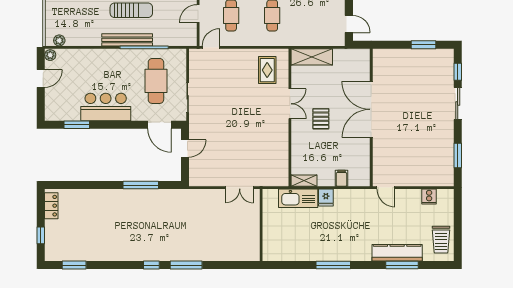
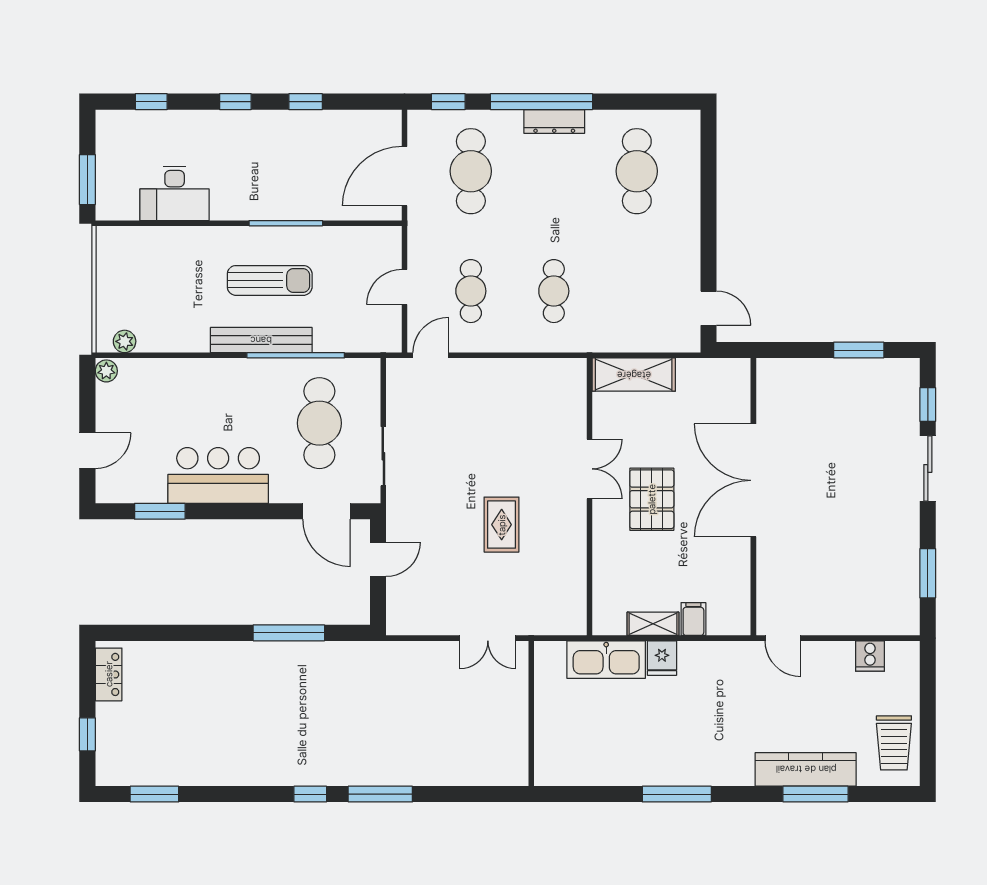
rug: (267, 70) -> (502, 525), moved
door: (41, 79) -> (87, 451), moved
pallet: (321, 119) -> (652, 499), width x1.50, depth x1.42
shelving: (304, 181) -> (653, 624), moved

